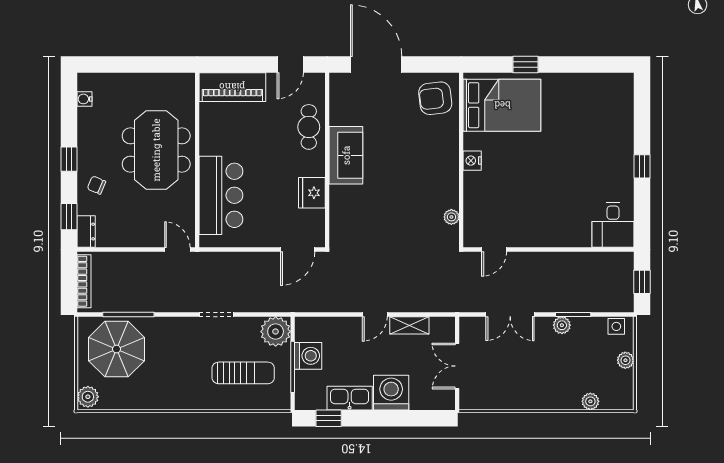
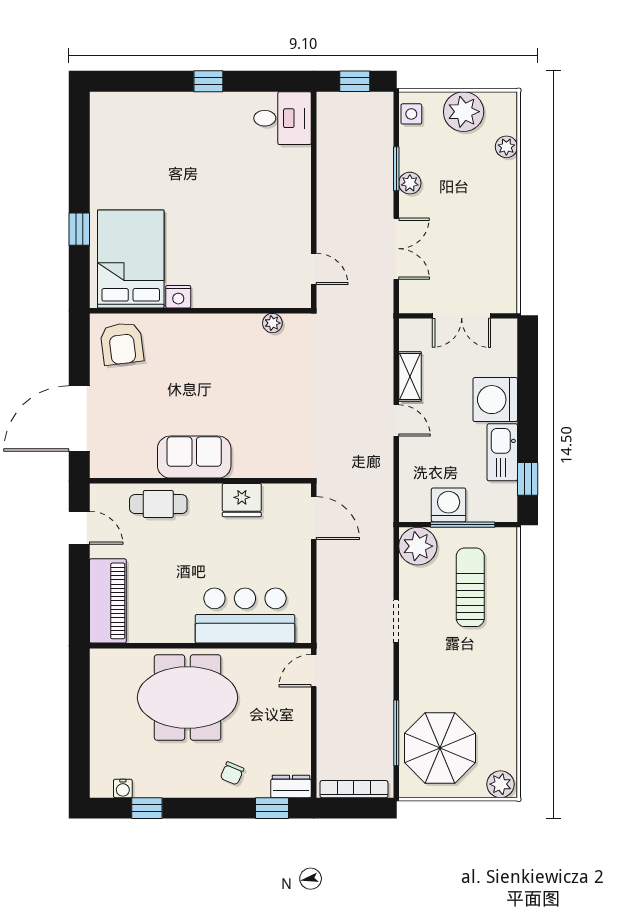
window: (69, 159) -> (147, 808), moved
nightstand: (472, 161) -> (178, 297), moved
plant: (625, 360) -> (464, 112), width x1.87, depth x1.87

